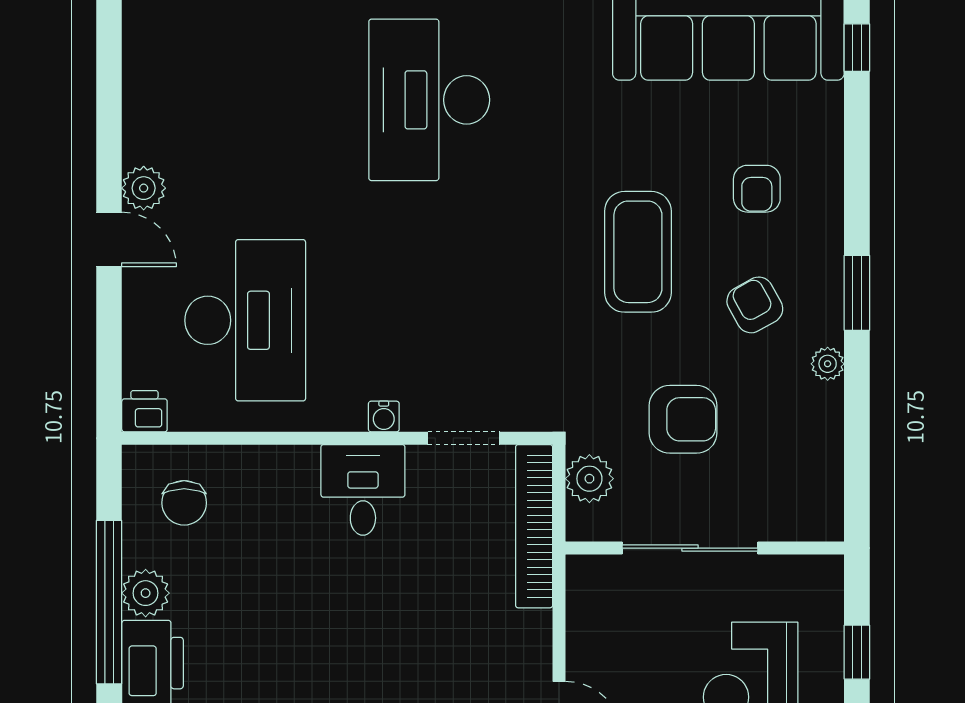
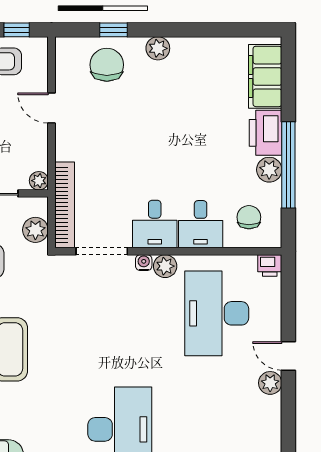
plant: (343, 410) -> (165, 266), added
doorway: (464, 438) -> (102, 251), width x1.38
desk: (276, 490) -> (201, 224), added
plant: (583, 572) -> (39, 181), added

